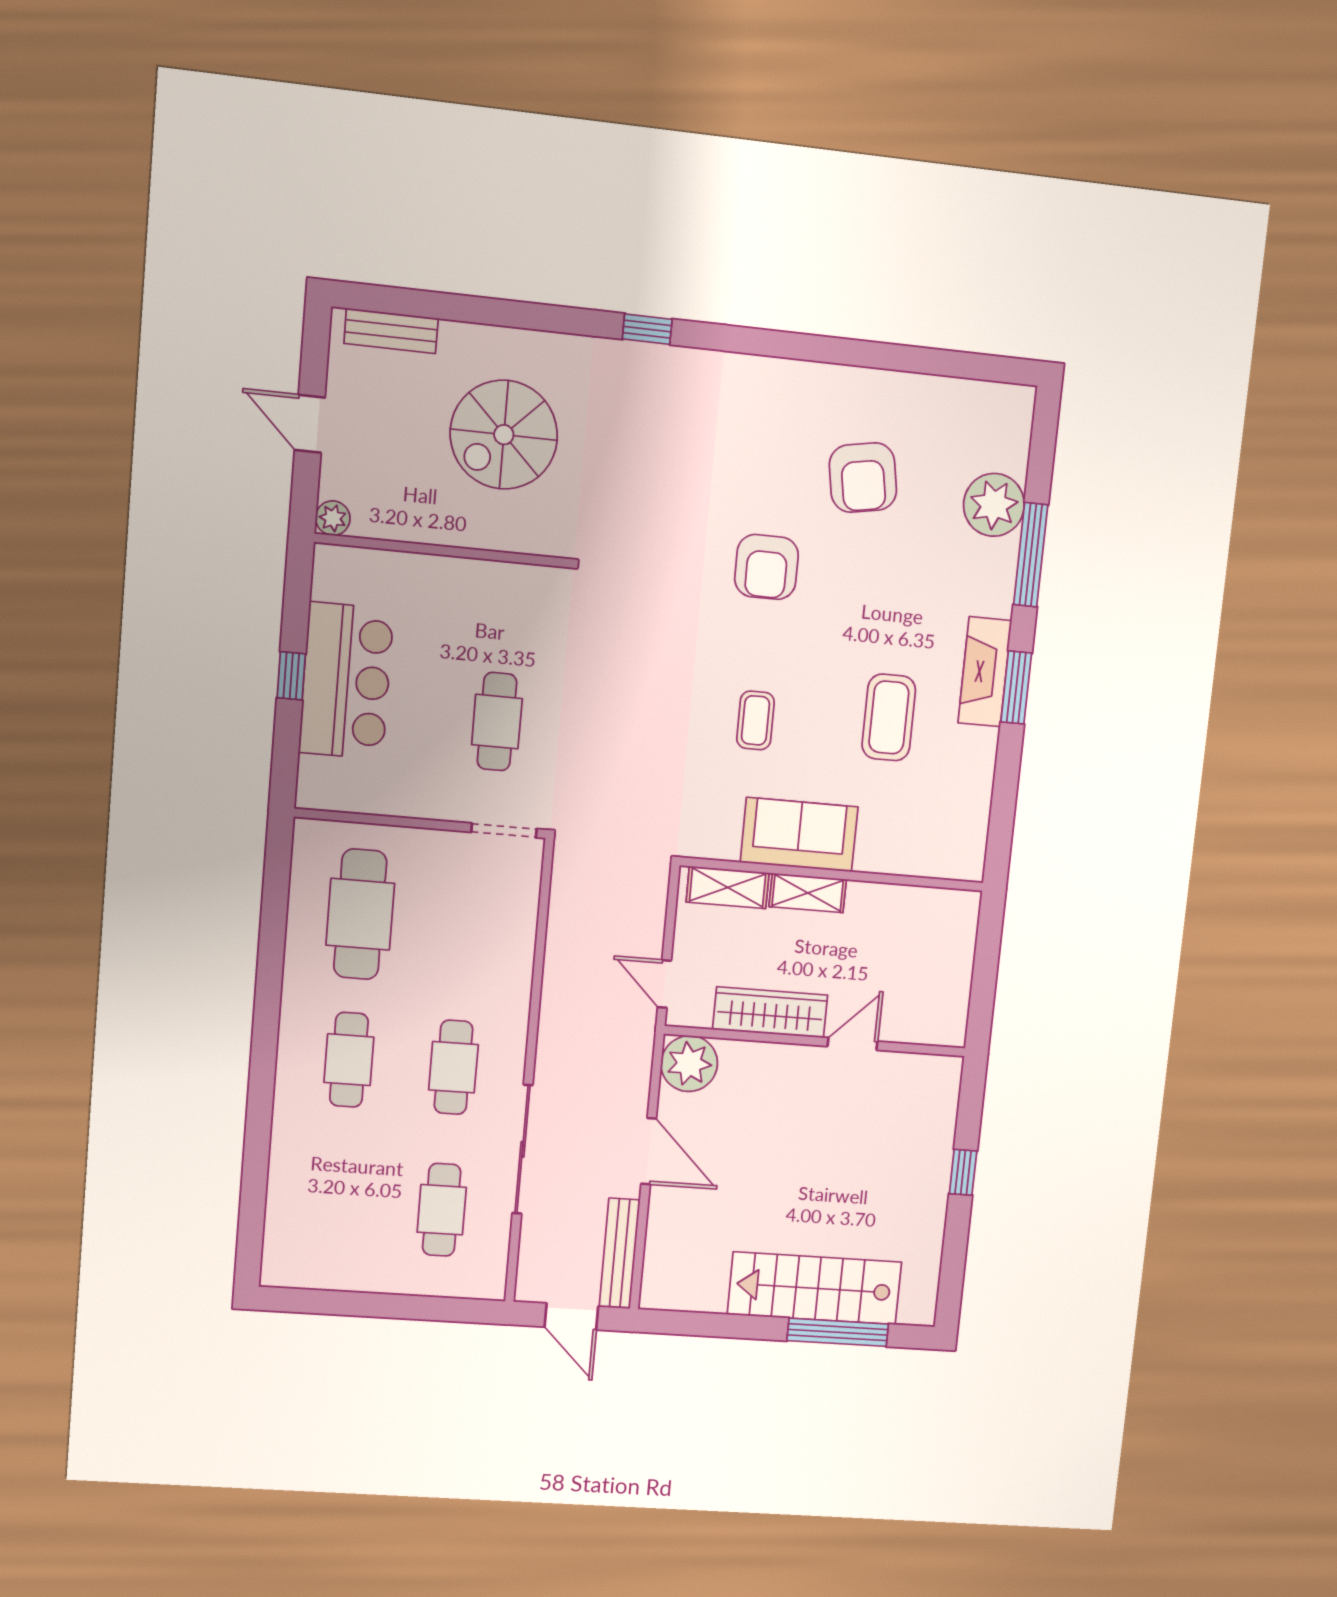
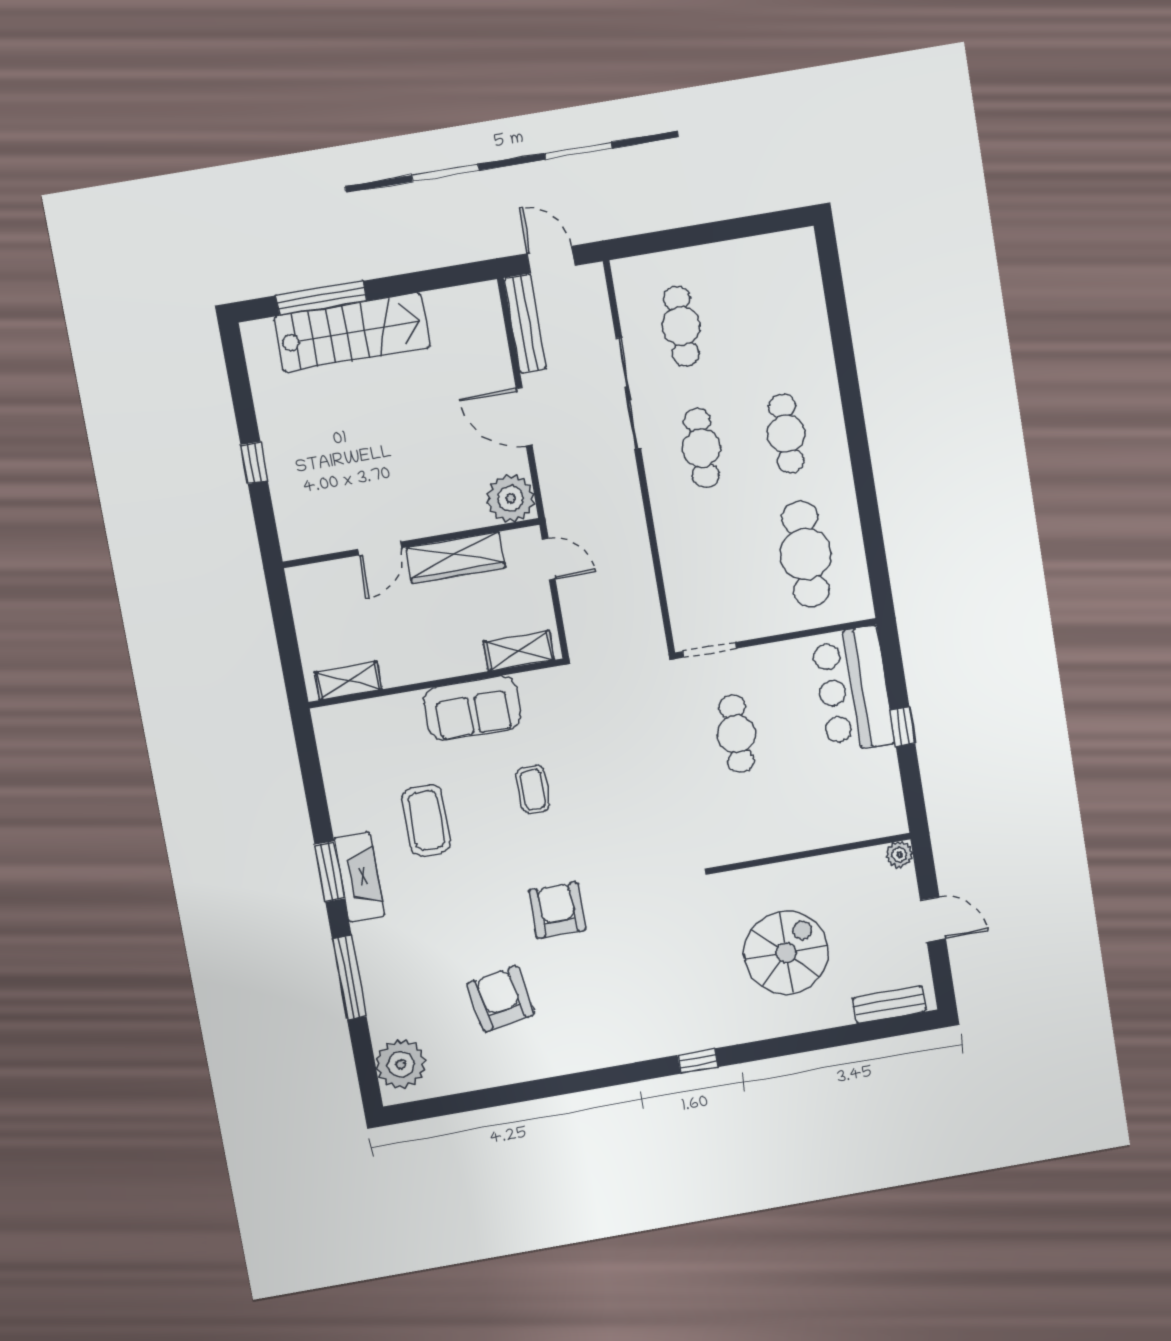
plant: (994, 505) -> (401, 1064), moved
bar counter: (346, 681) -> (853, 690), moved
shelving: (808, 893) -> (348, 681), moved

